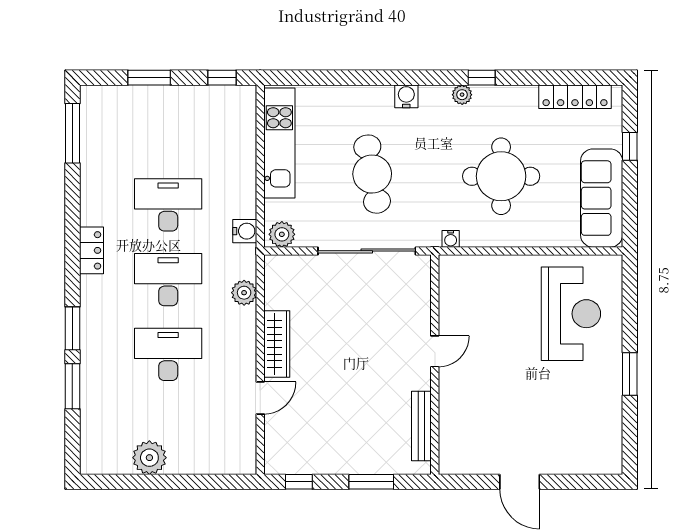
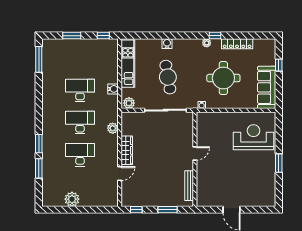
water cooler: (406, 96) -> (167, 44), moved
locker: (575, 97) -> (237, 44), moved
water cooler: (245, 231) -> (113, 89), moved
locker: (92, 250) -> (47, 110), removed
reception desk: (571, 314) -> (254, 137), turned -90

